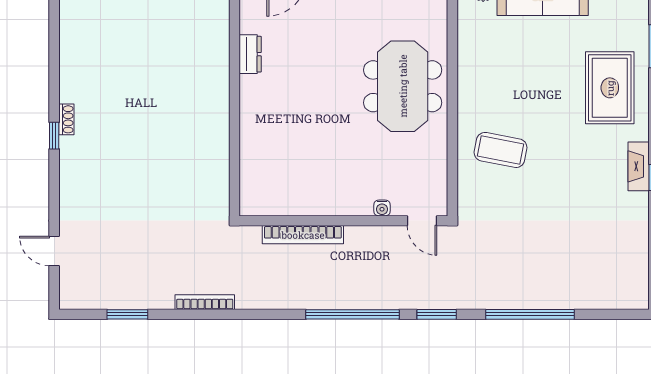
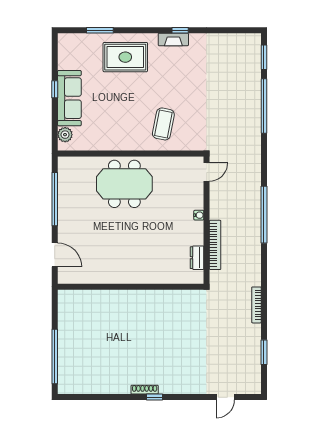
dresser: (250, 54) -> (197, 258), moved, turned -90
shoe rack: (66, 119) -> (145, 390), width x1.43
water cooler: (382, 208) -> (199, 215), moved
window: (437, 314) -> (264, 57), moved

